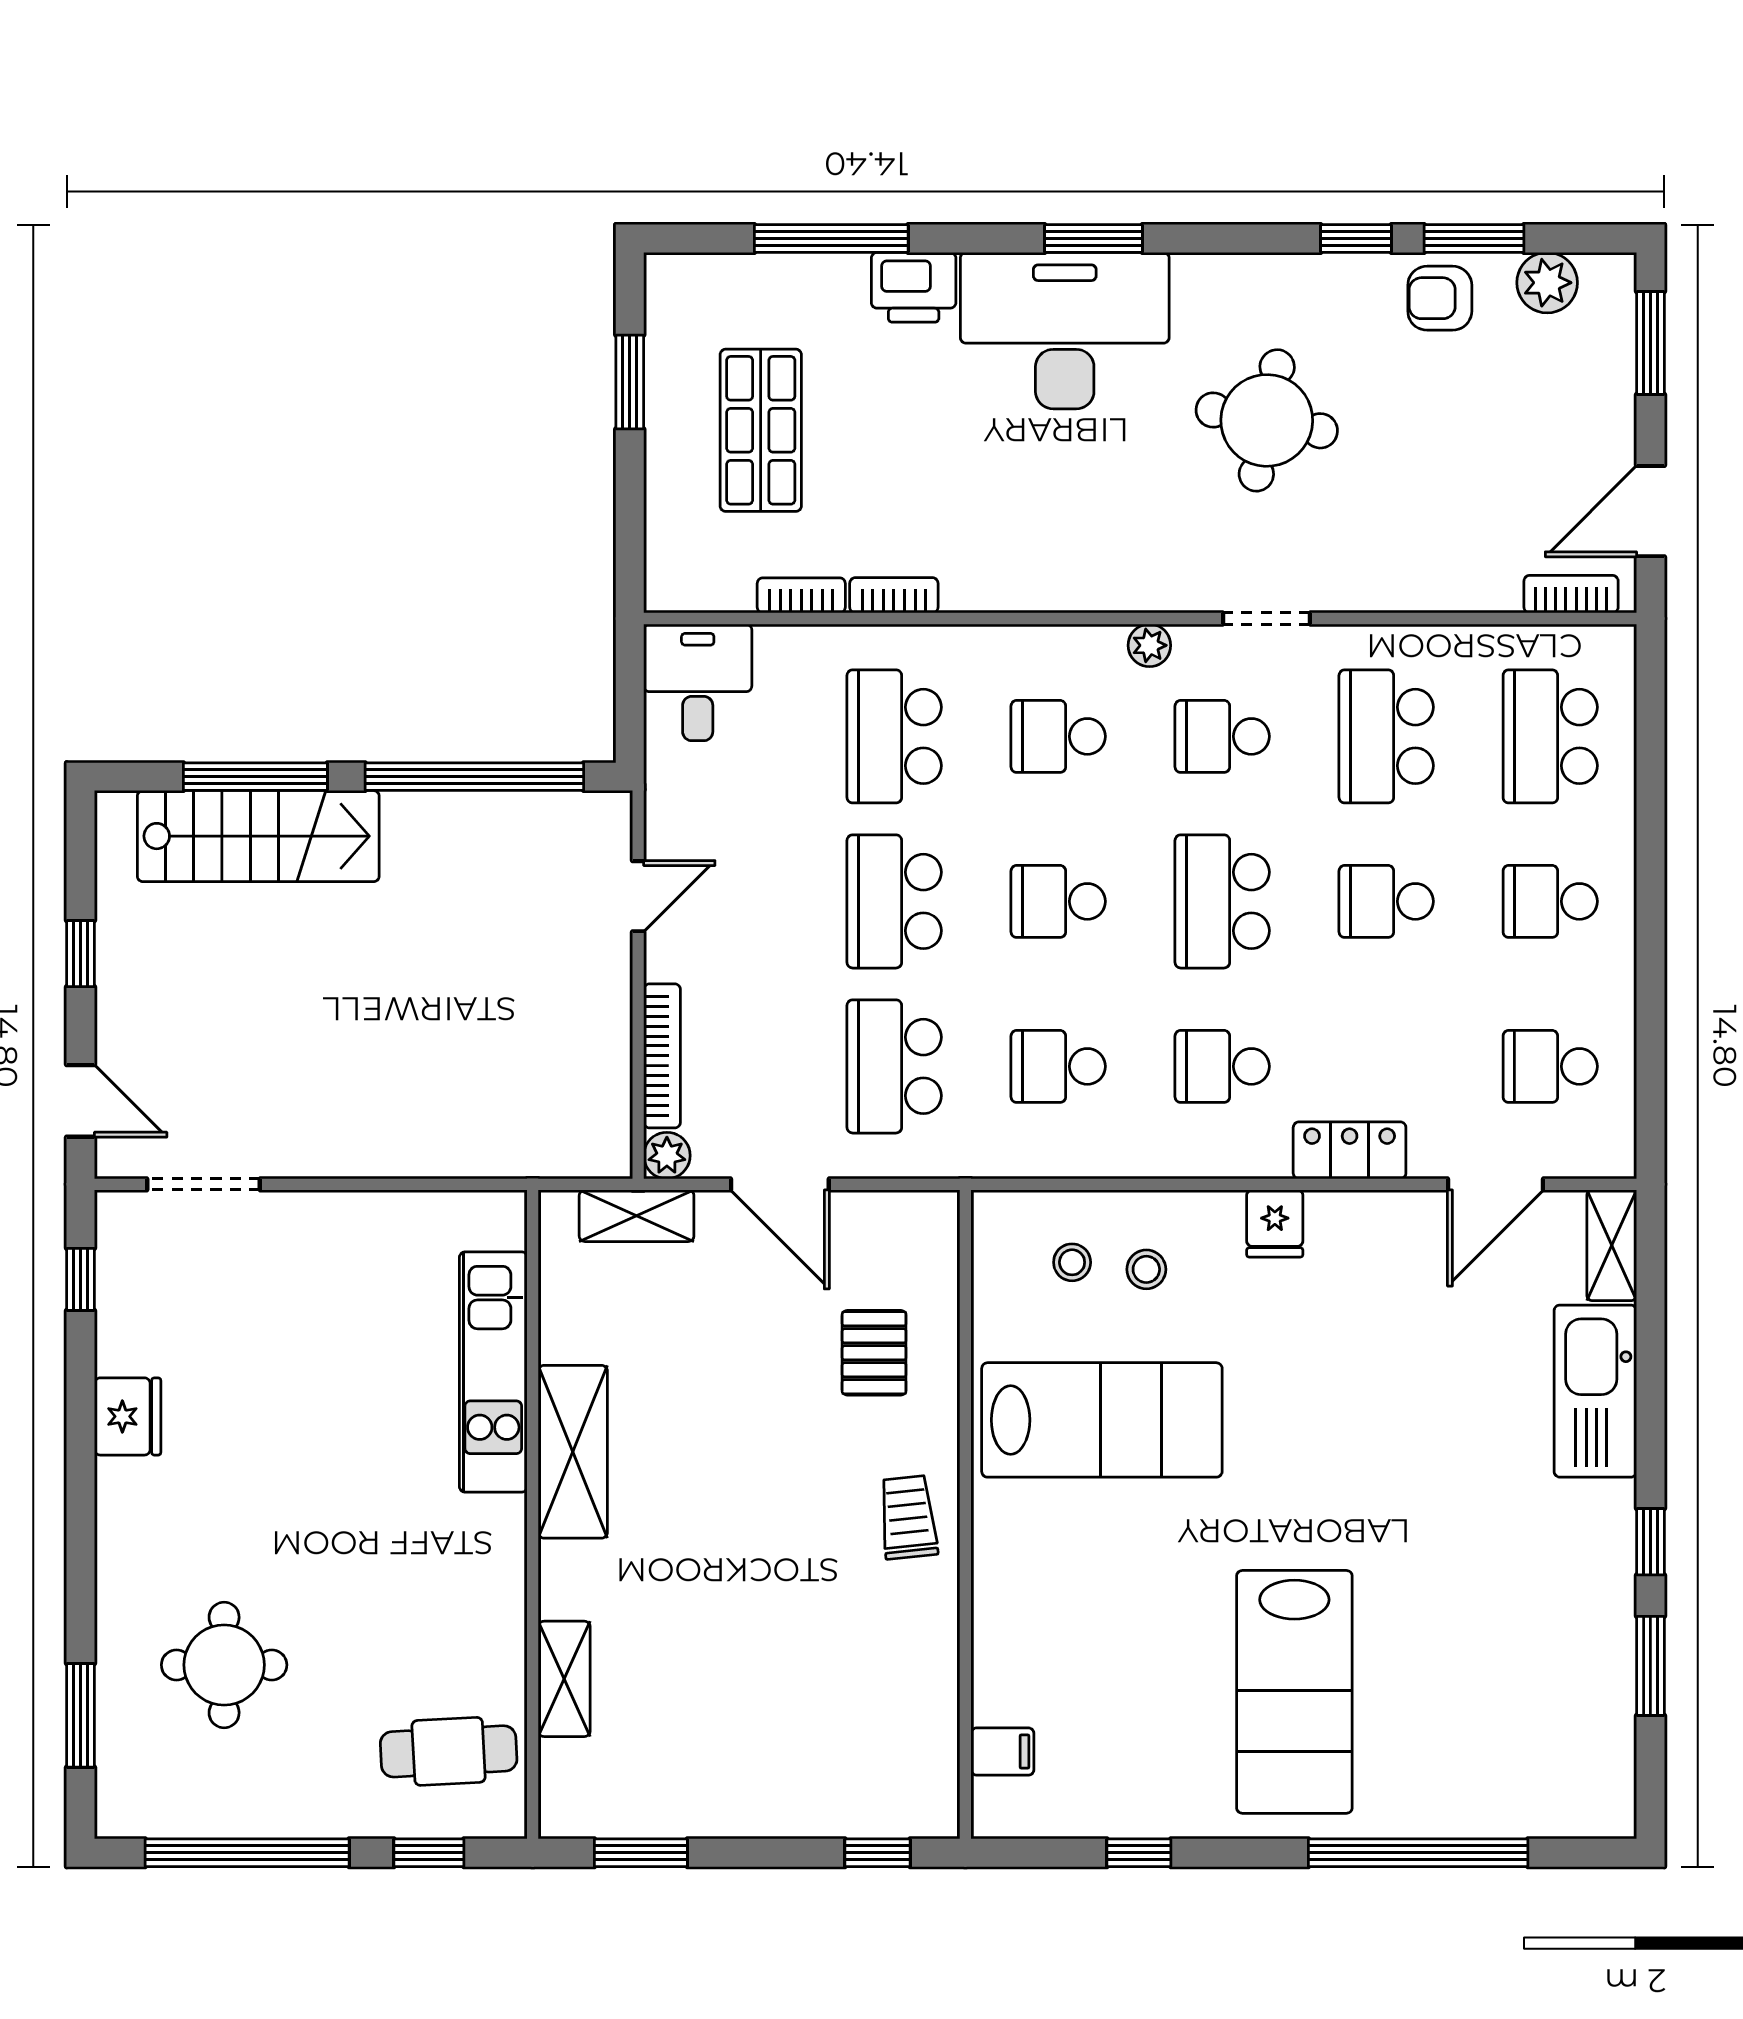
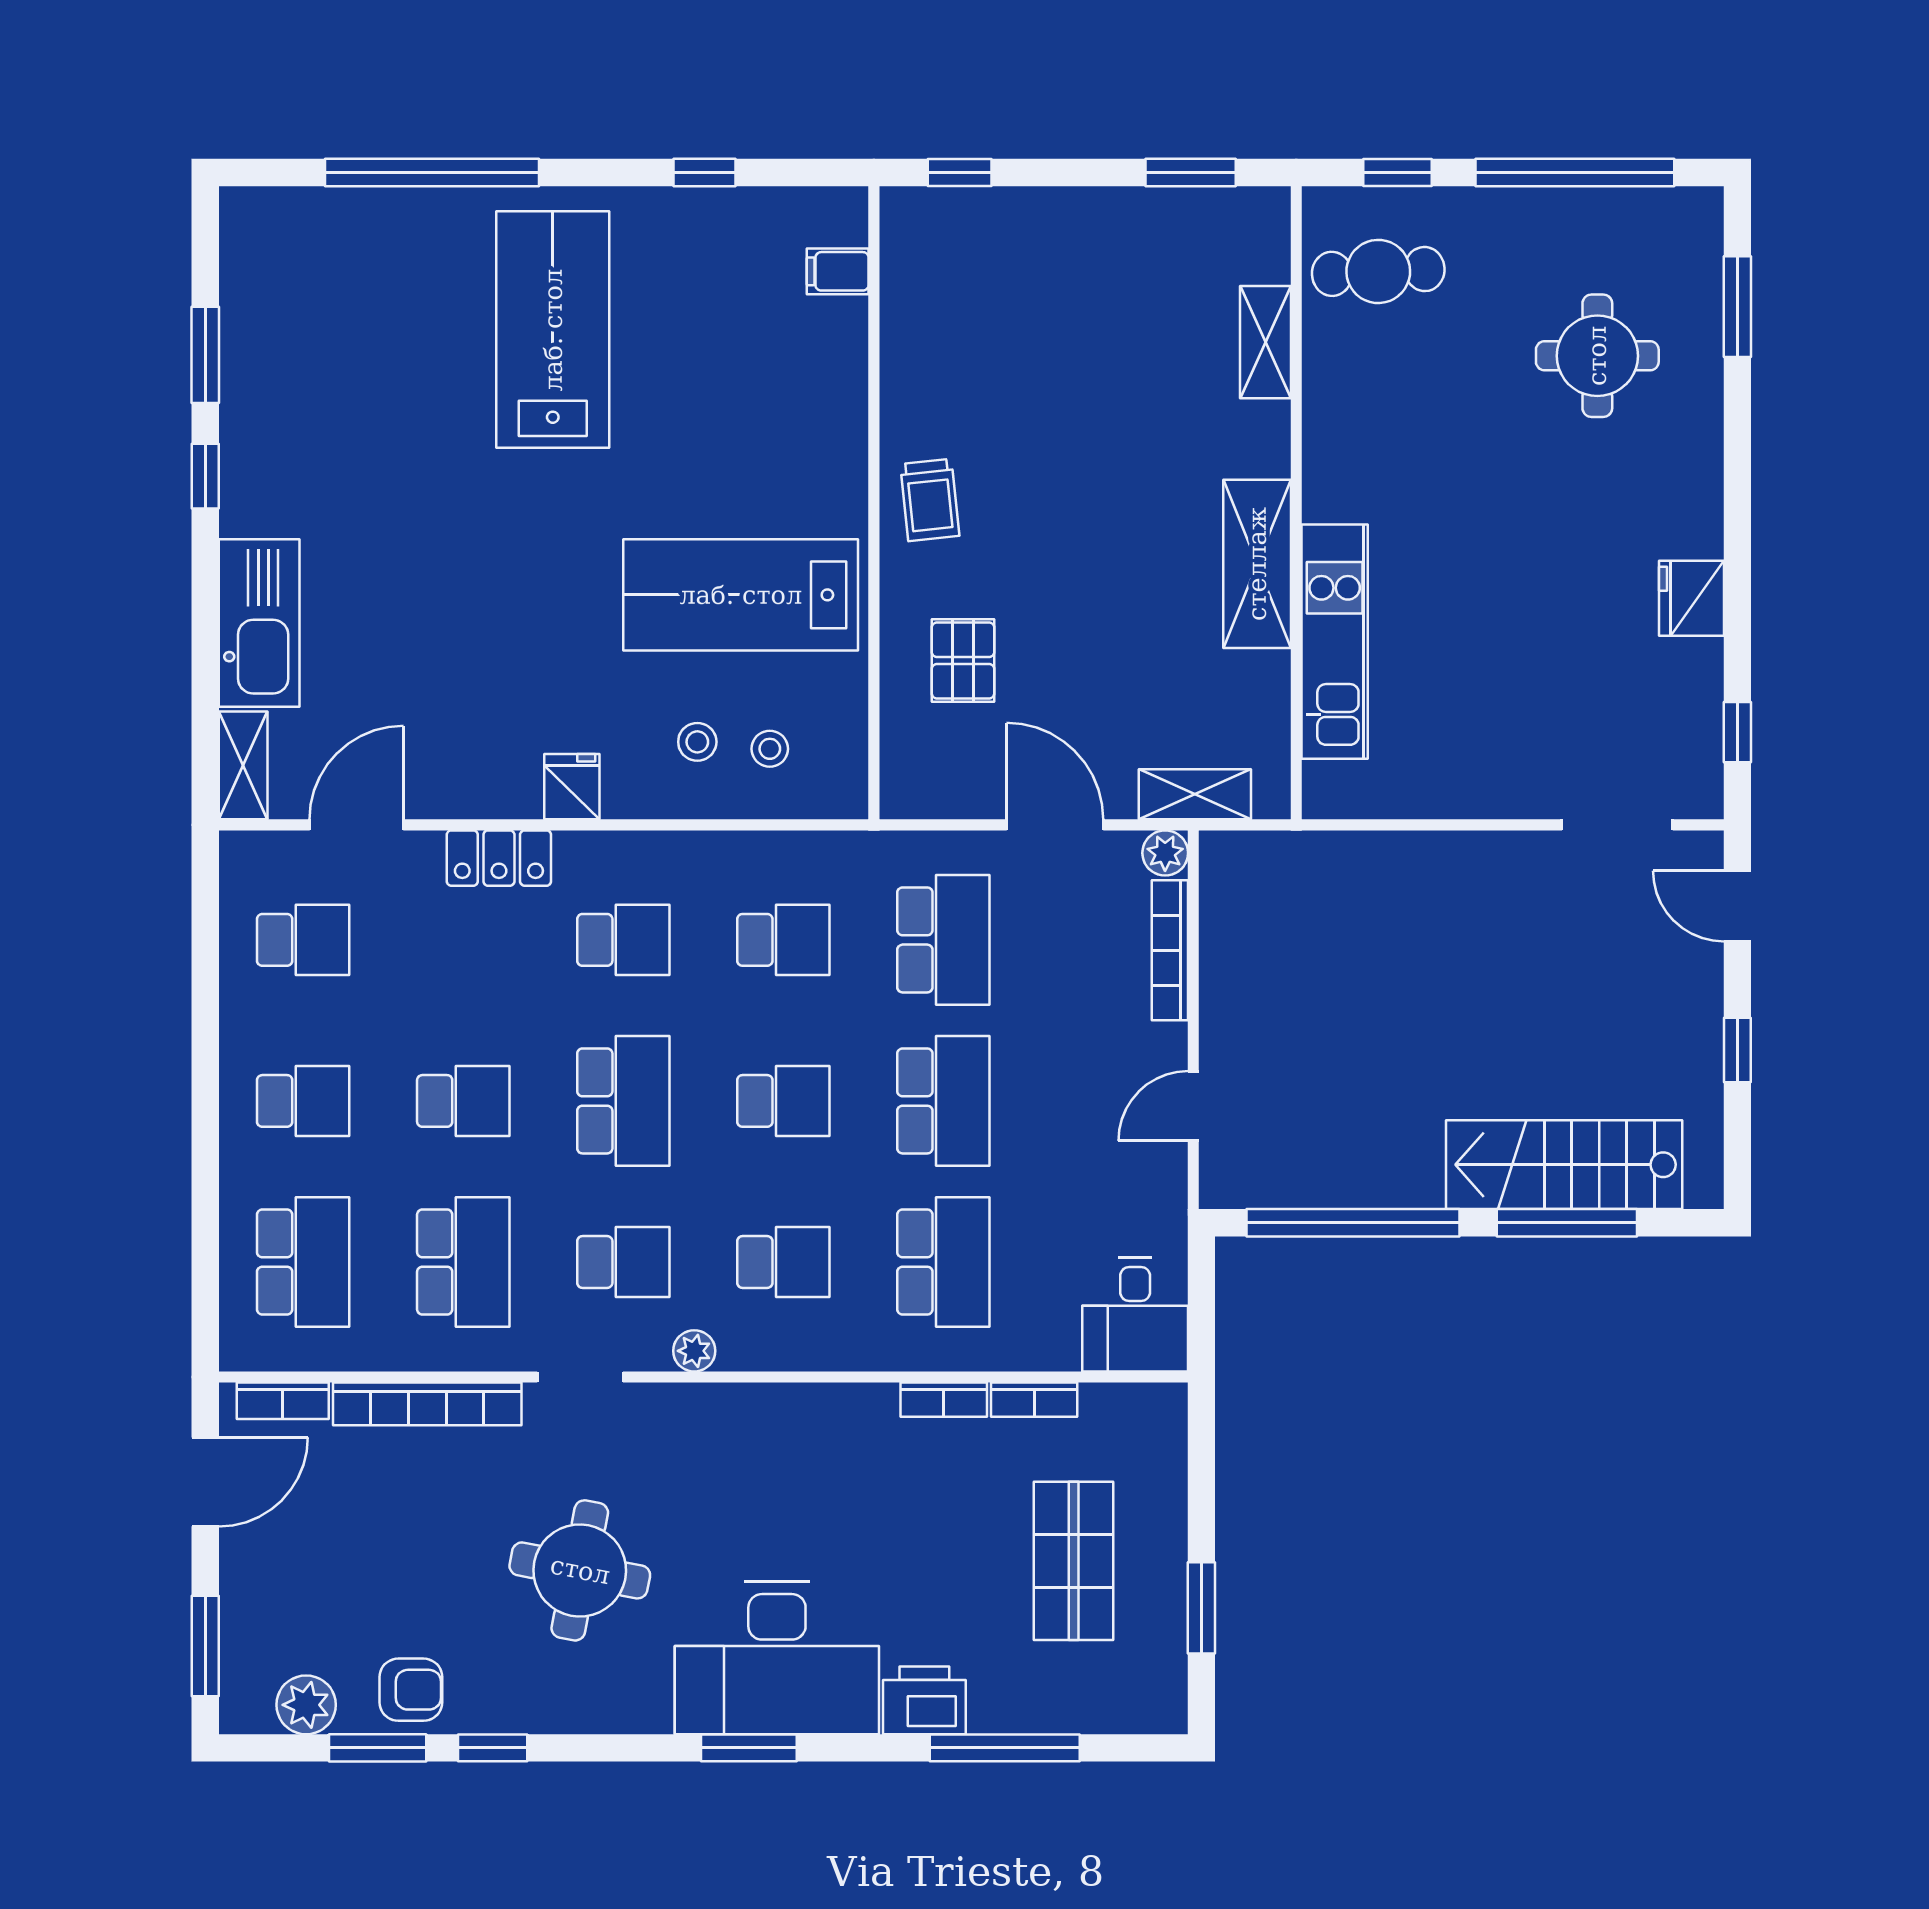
bookcase: (1423, 591) -> (427, 1404), added

